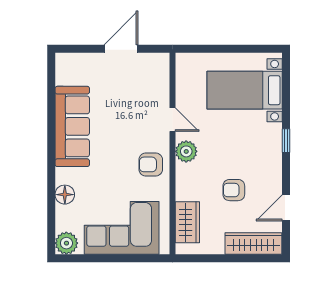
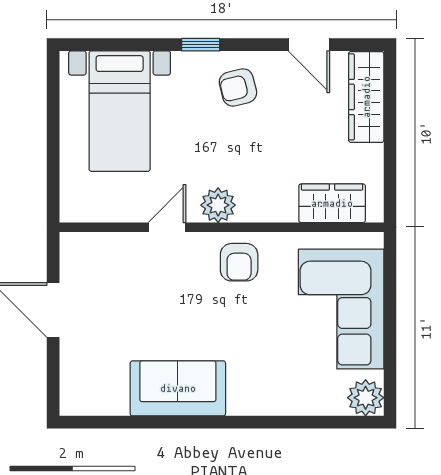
sofa: (72, 126) -> (178, 388), width x0.73
armchair: (234, 190) -> (238, 87), moved, turned 76
floor lamp: (65, 195) -> (287, 400), removed

